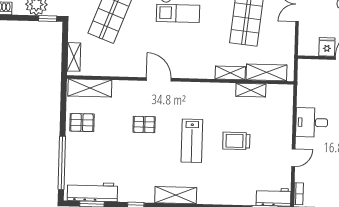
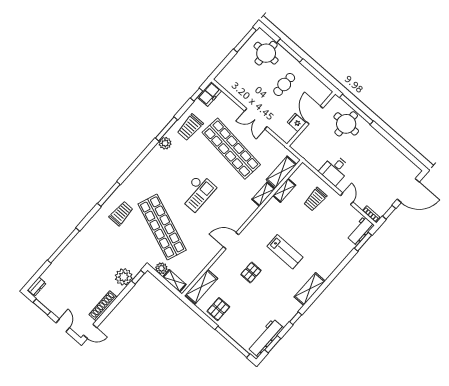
plant: (75, 34) -> (161, 268), added
trolley: (236, 141) -> (315, 199), moved

